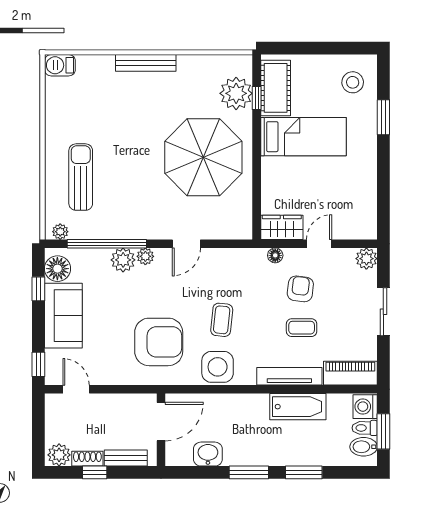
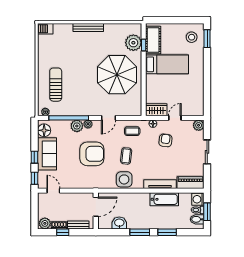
window: (383, 117) -> (207, 39), moved
window: (38, 289) -> (34, 157), moved
coffee table: (302, 328) -> (132, 131), moved
armchair: (159, 342) -> (92, 154), moved

